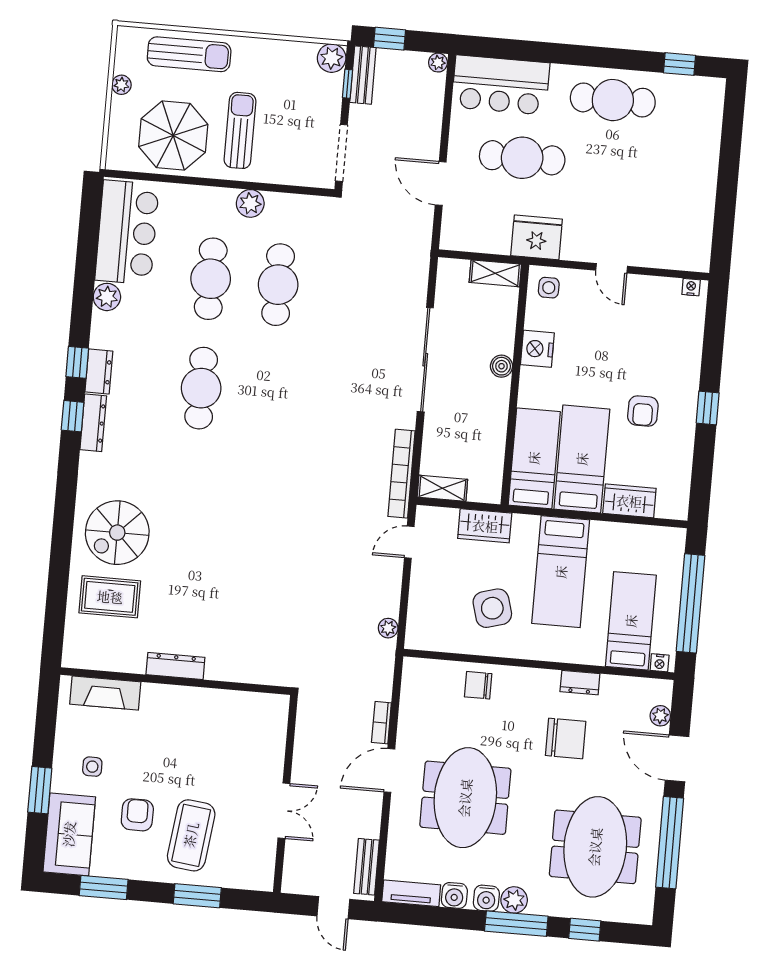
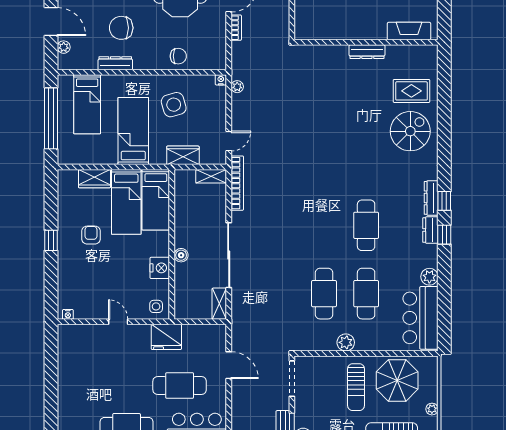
shelving: (495, 273) -> (219, 304), moved, turned 90
nightstand: (660, 663) -> (221, 80), moved
dresser: (580, 683) -> (115, 63), width x1.44

